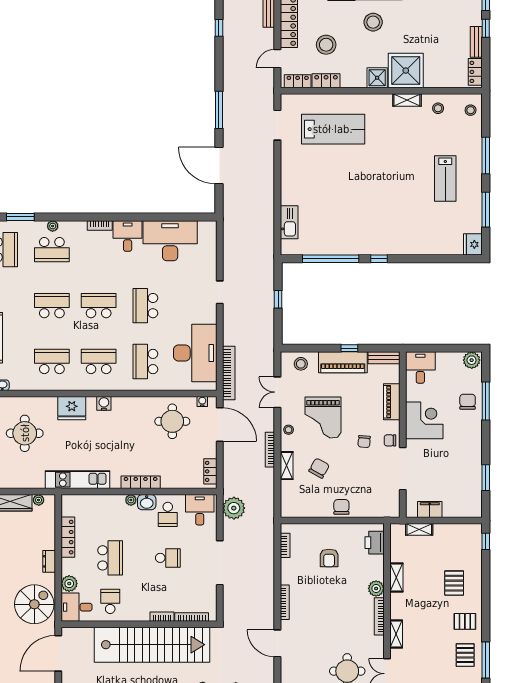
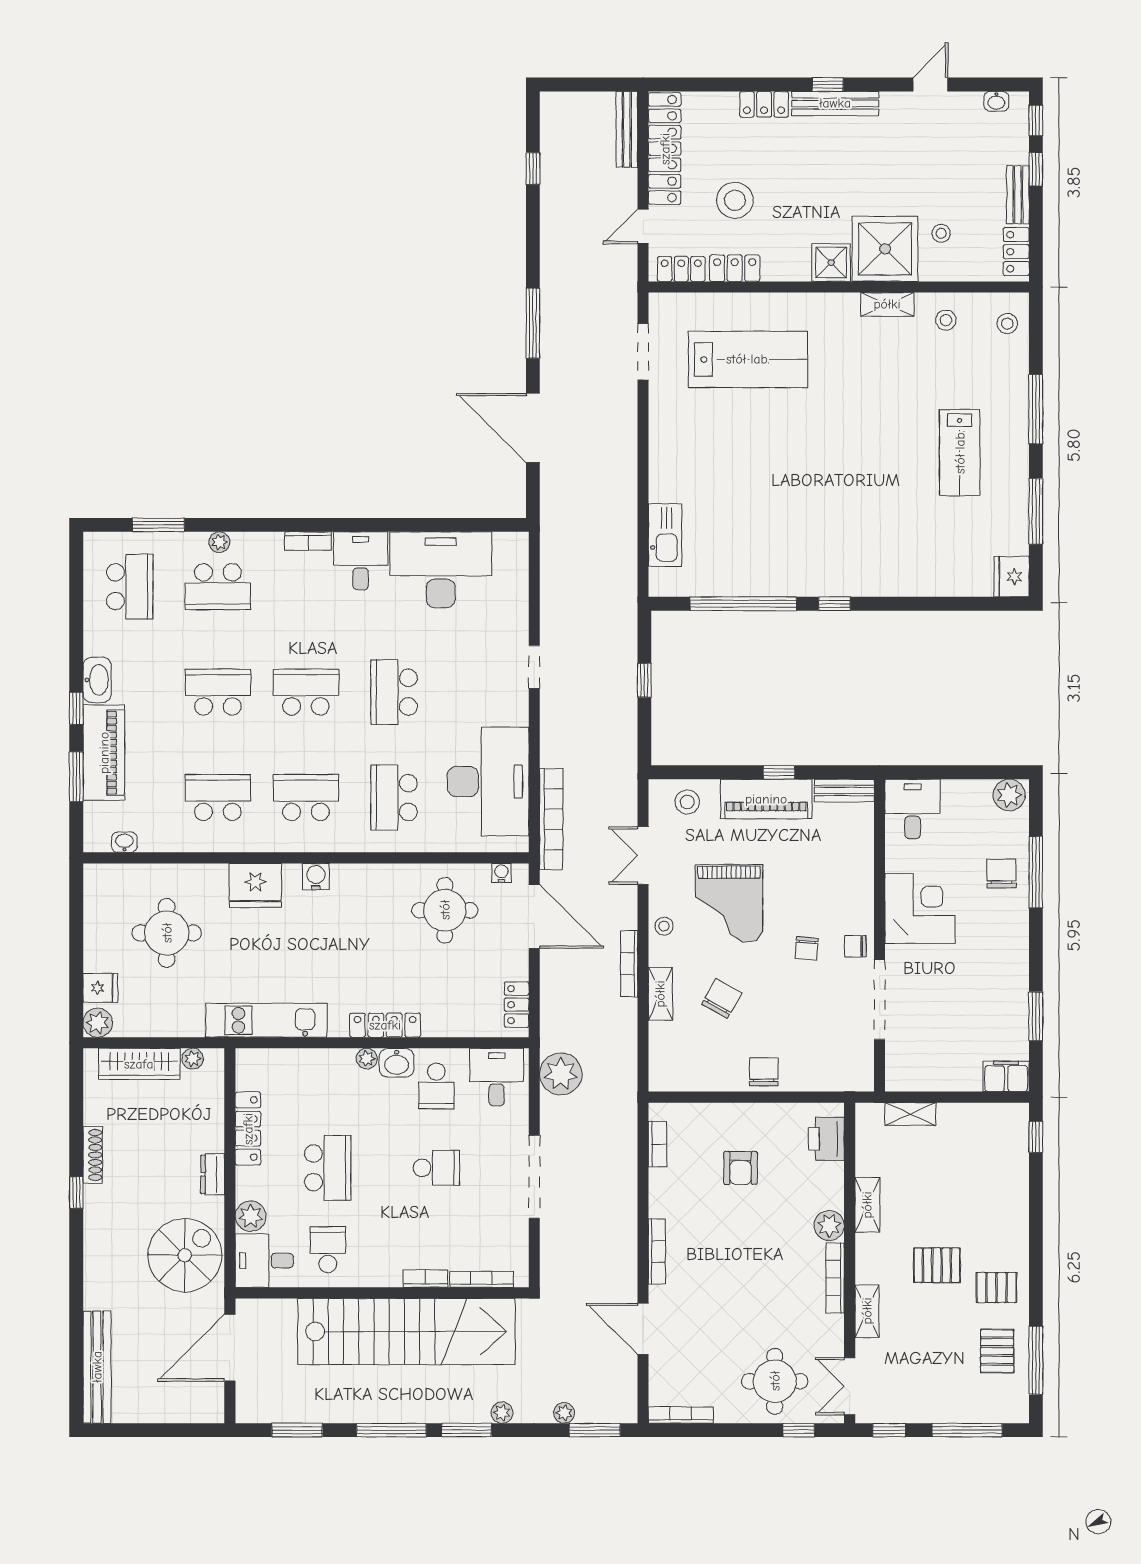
stool: (373, 22) -> (941, 233), moved, width x0.53, depth x0.53
piano: (392, 402) -> (859, 873), removed
filing cabinet: (430, 509) -> (1006, 1076), moved
pallet: (454, 583) -> (937, 1265), moved, turned 90

